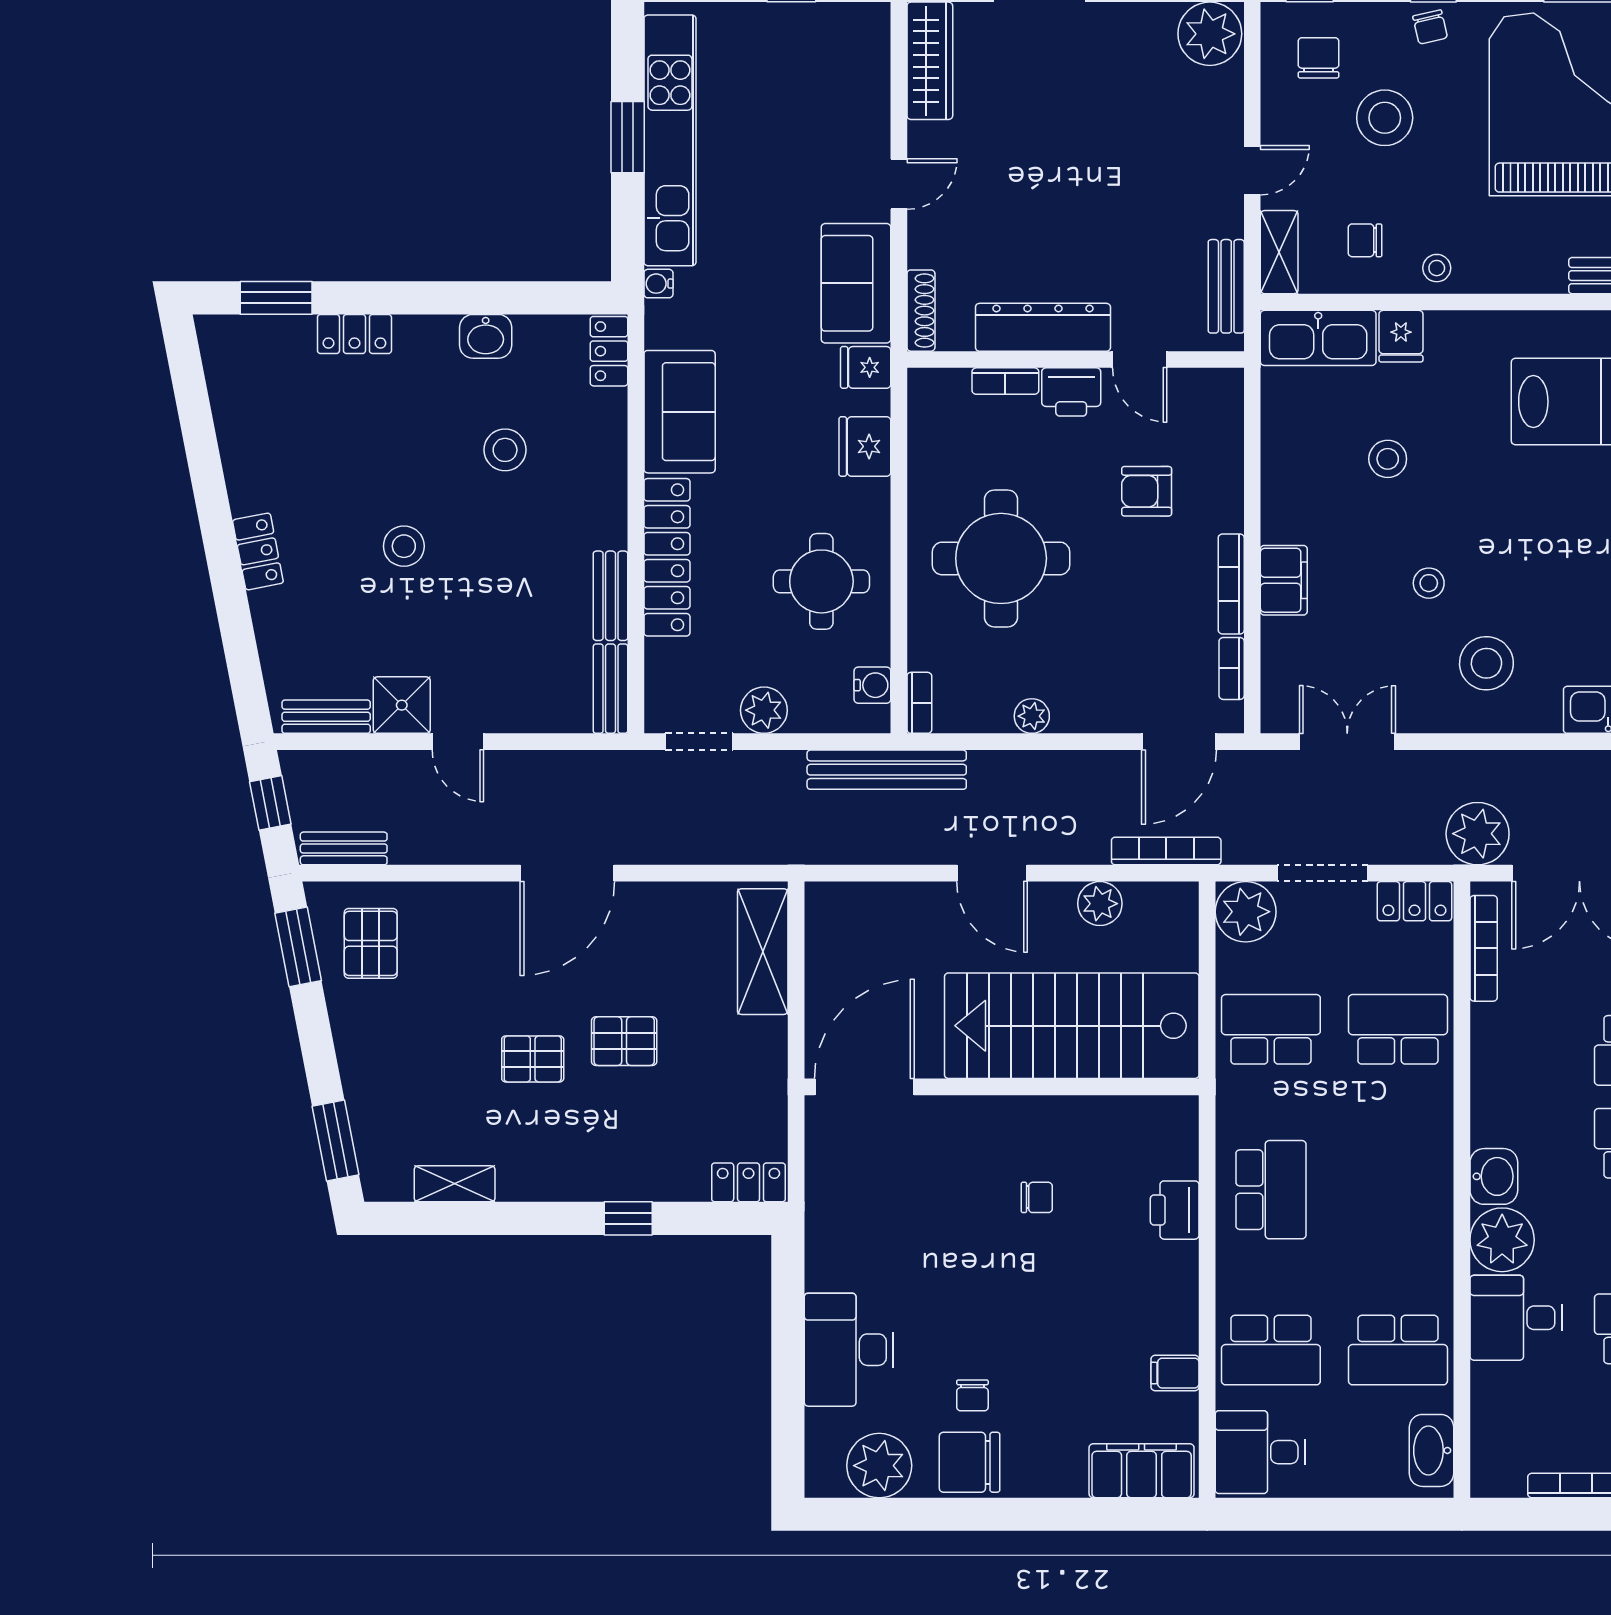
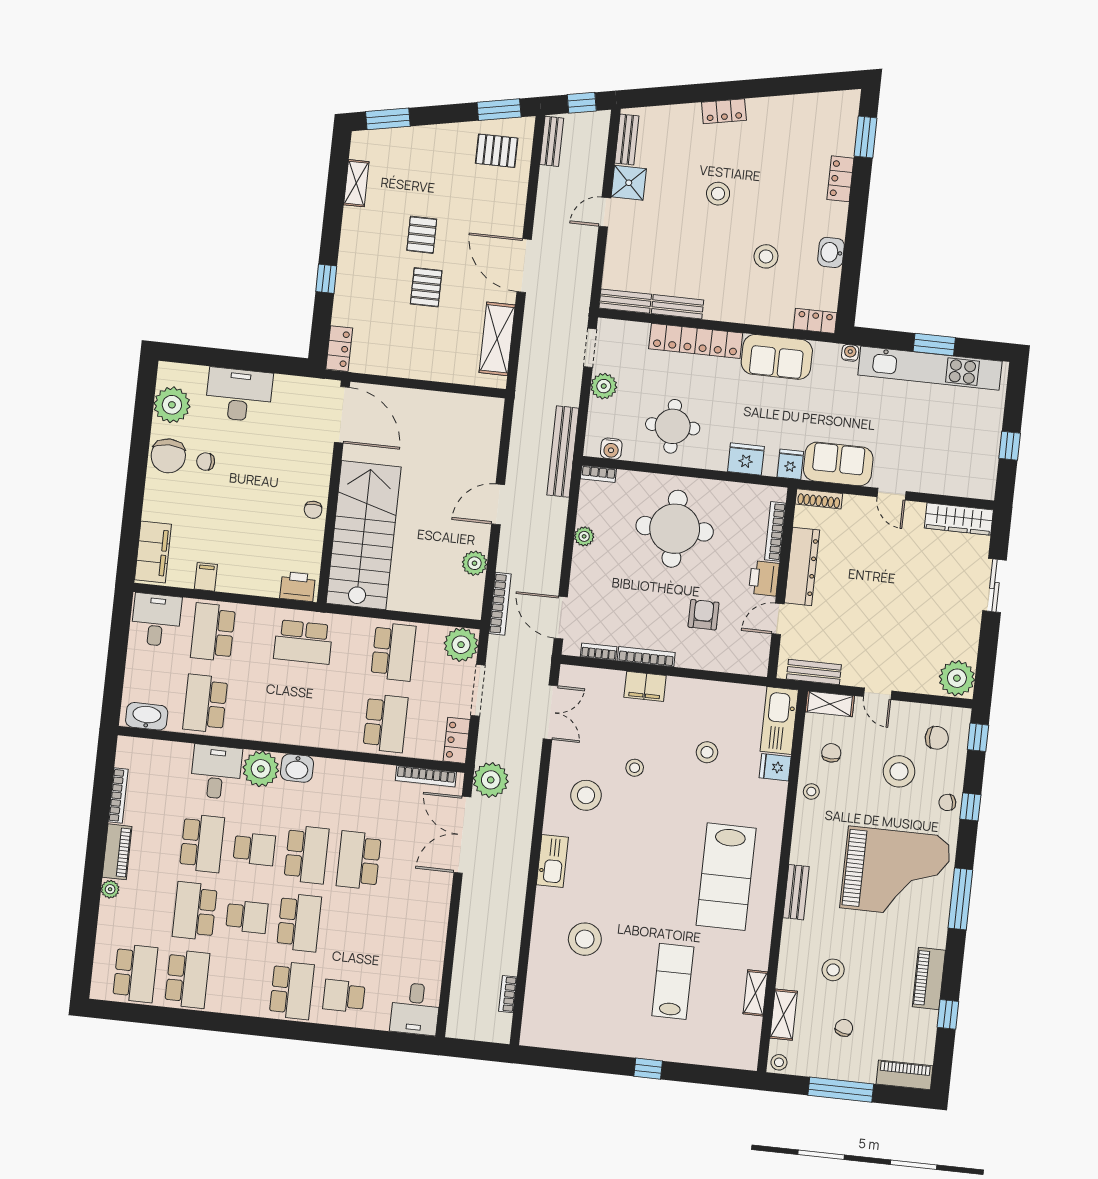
bookcase: (1005, 381) -> (775, 531), width x1.56
shelving: (763, 952) -> (497, 339), moved, turned 90
stairs: (1072, 1026) -> (364, 535), moved
door: (864, 1087) -> (342, 415), moved
wall: (1002, 1087) -> (333, 492), moved
chair: (970, 1462) -> (168, 456), turned 180

